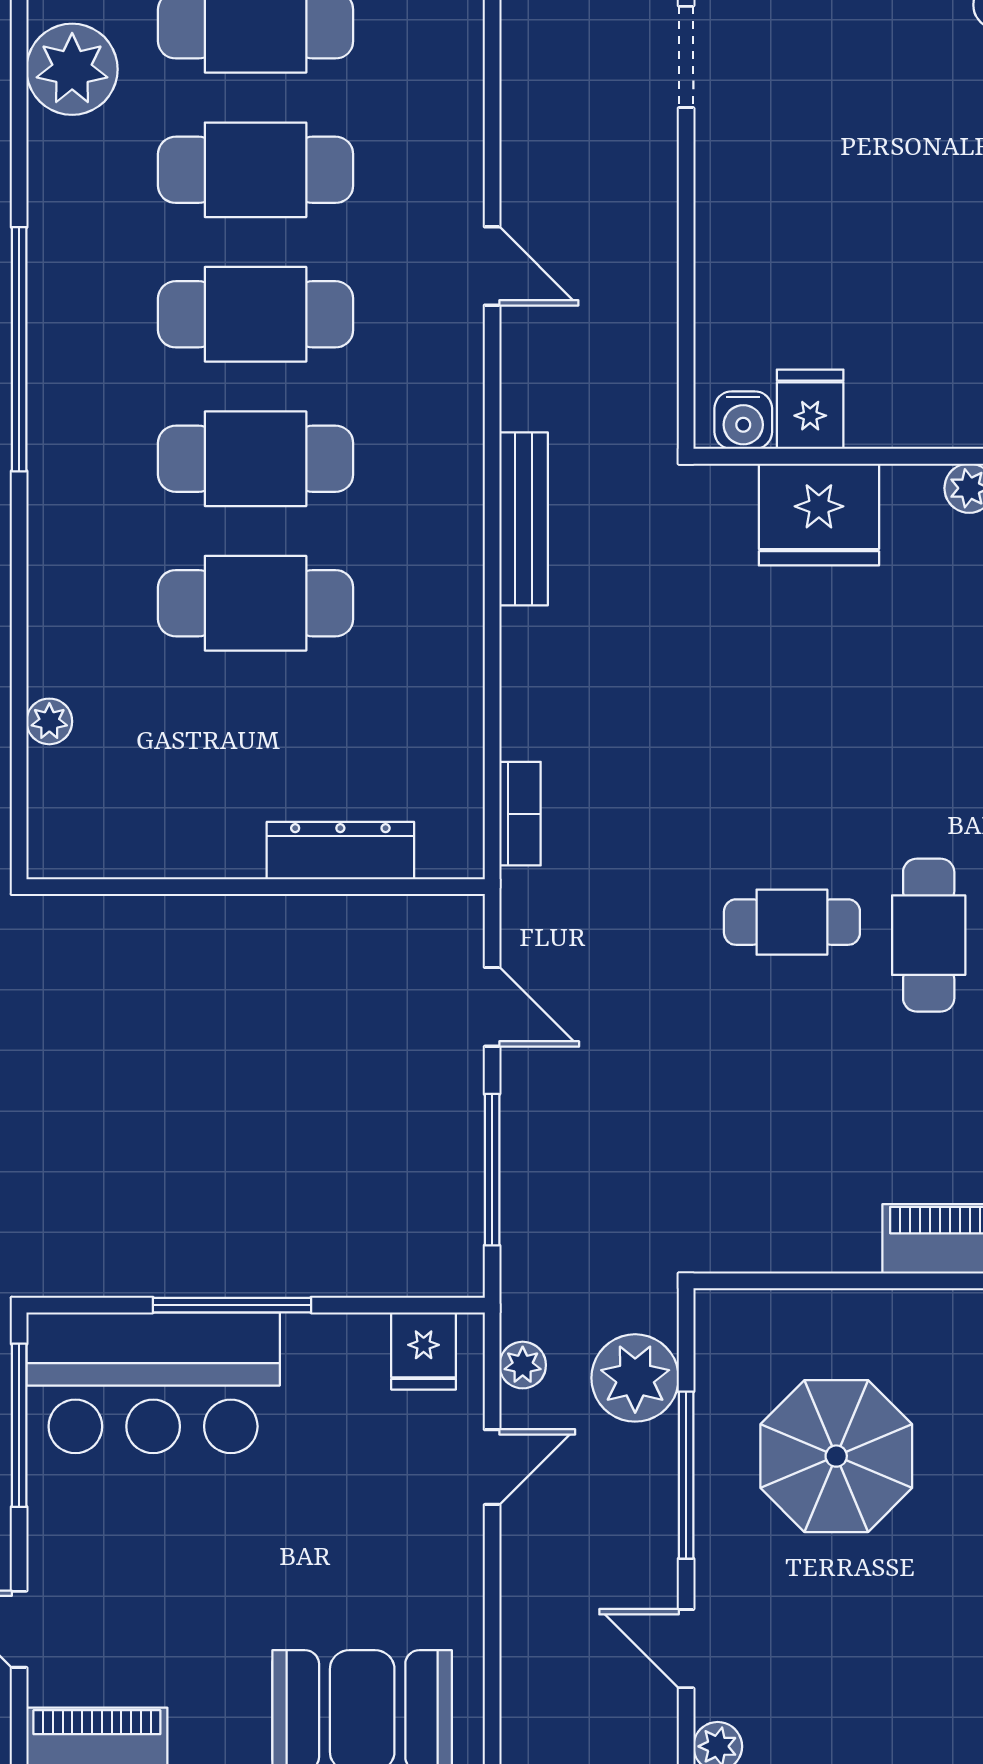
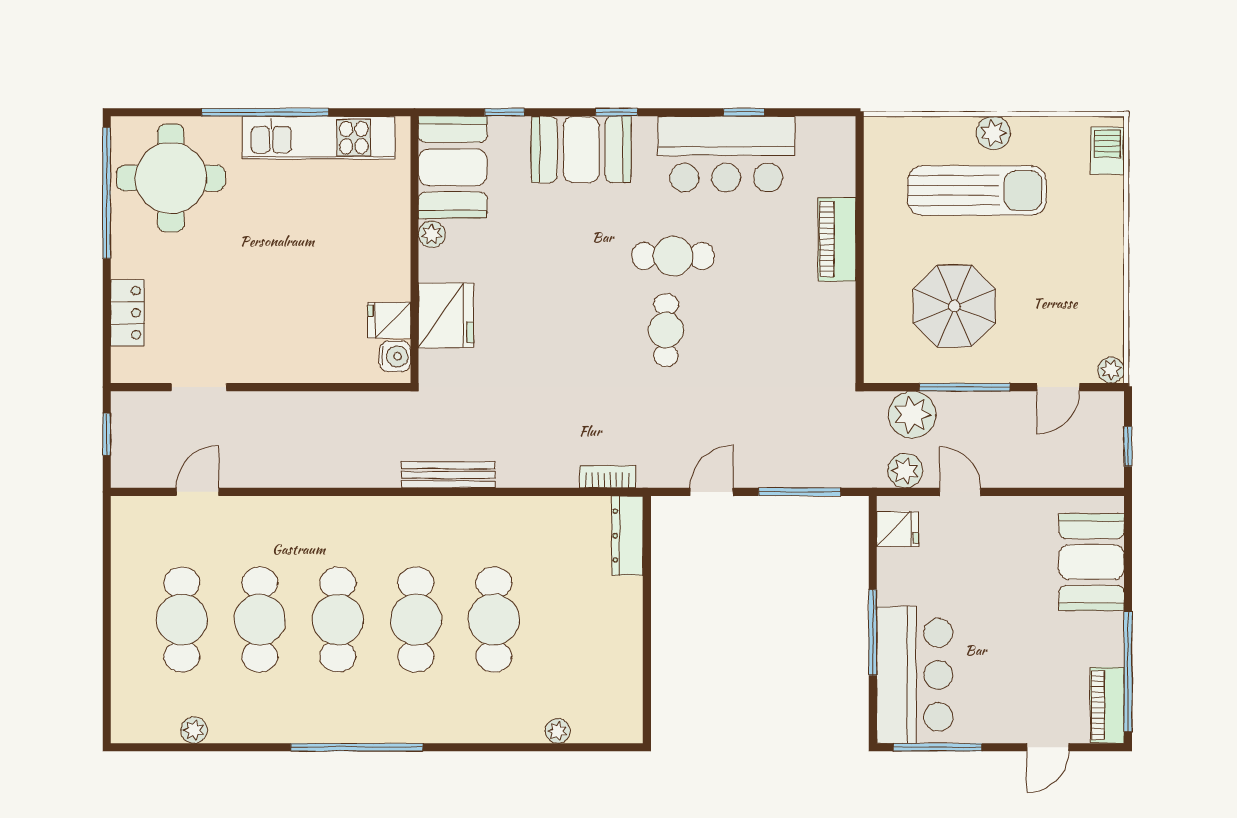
plant: (72, 69) -> (194, 730), width x0.53, depth x0.53
door: (492, 266) -> (197, 492), moved
dresser: (340, 851) -> (627, 536), moved
plant: (523, 1365) -> (905, 471), width x1.38, depth x1.38

